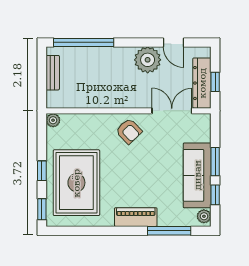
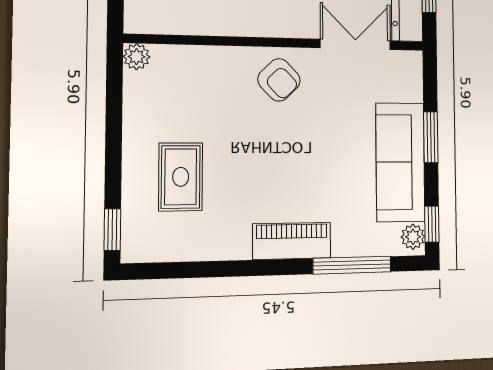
window: (42, 171) -> (113, 154), removed
rug: (76, 183) -> (181, 177), width x0.54, depth x0.49
window: (215, 195) -> (432, 224), moved

